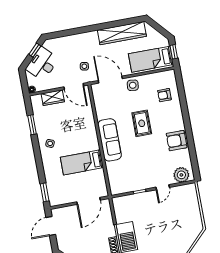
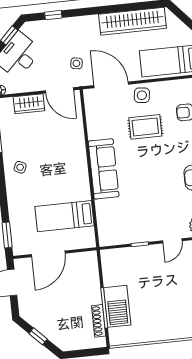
window: (65, 33) -> (53, 15), added
rug: (142, 123) -> (145, 127), moved, turned 90
bed: (82, 162) -> (64, 216), moved
door: (89, 201) -> (48, 254), moved

